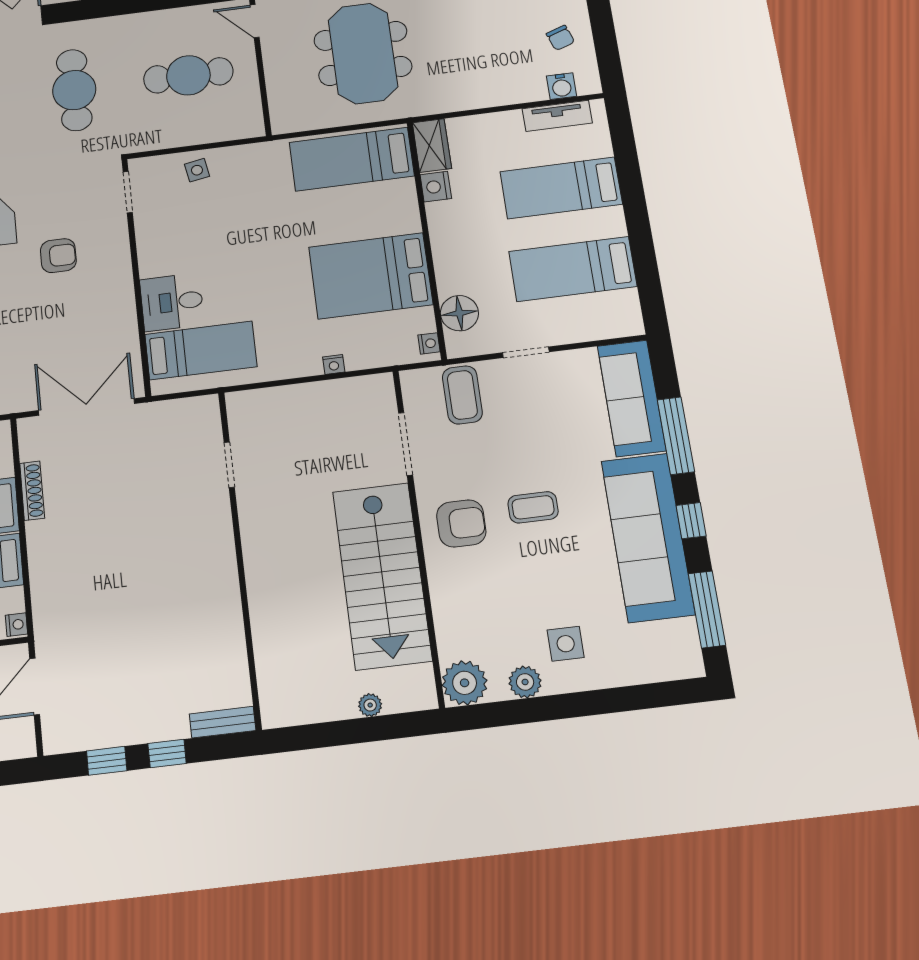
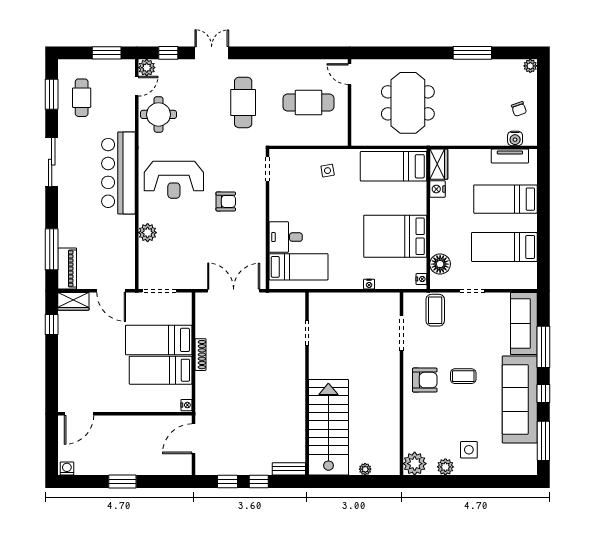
side table: (197, 170) -> (328, 171), moved
shoe rack: (32, 491) -> (200, 355), moved
stairs: (382, 575) -> (328, 427), moved, turned 180

